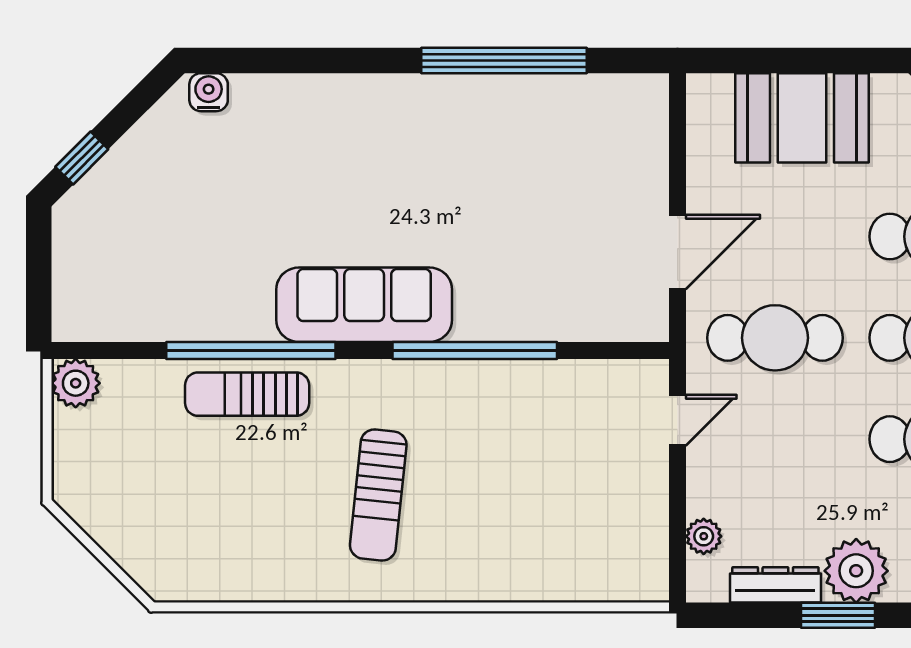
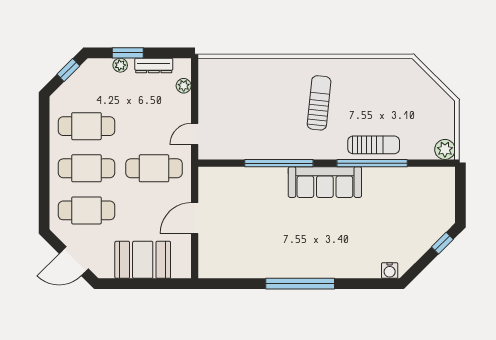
window: (504, 60) -> (300, 284), moved
door: (678, 252) -> (195, 218), moved
plant: (856, 571) -> (120, 65), width x0.53, depth x0.53

